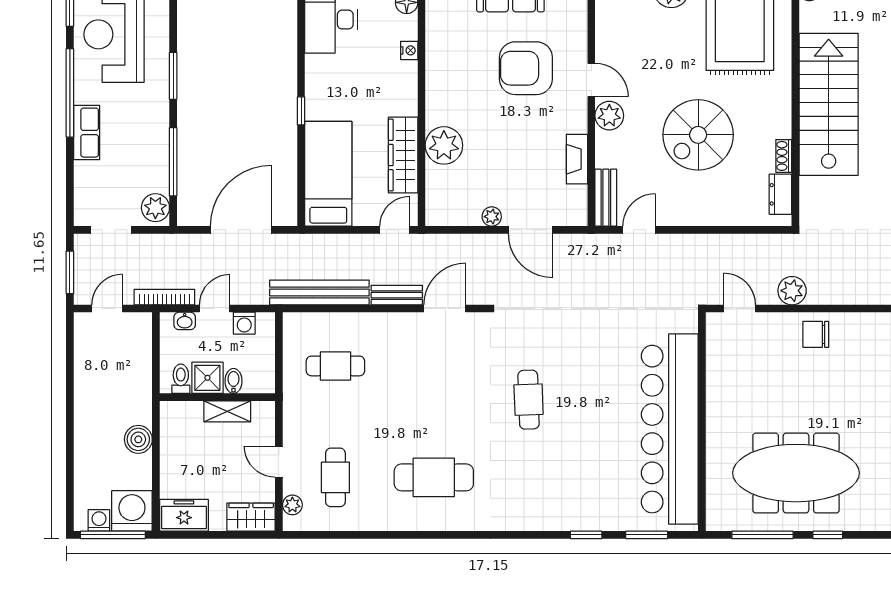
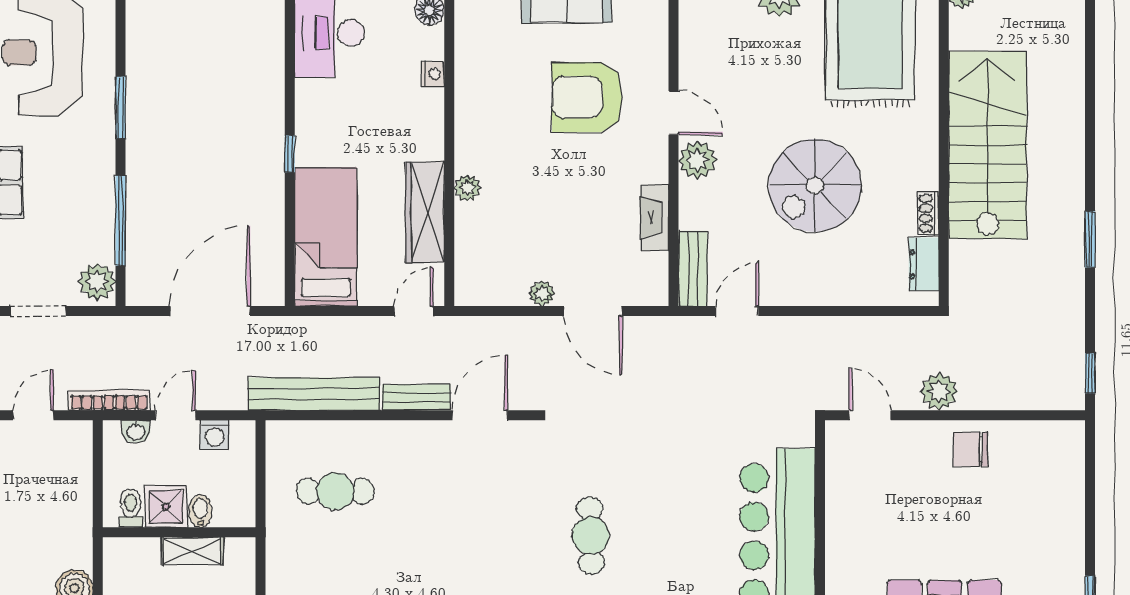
plant: (444, 145) -> (467, 188), width x0.53, depth x0.53

